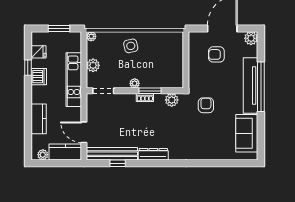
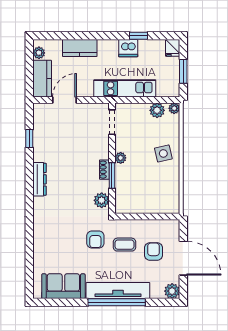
fridge: (38, 52) -> (173, 48), moved
plant: (93, 65) -> (157, 110), moved
coffee table: (210, 80) -> (124, 245), added
armchair: (206, 105) -> (95, 239), turned 90
bench: (112, 154) -> (40, 132), removed

